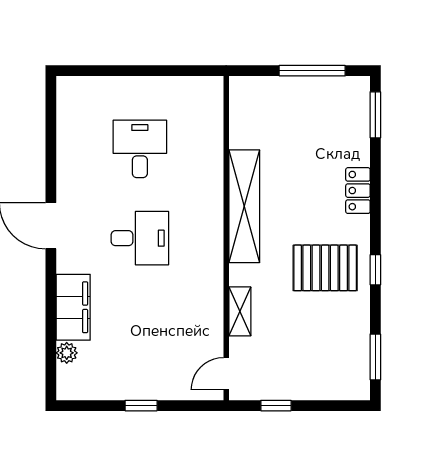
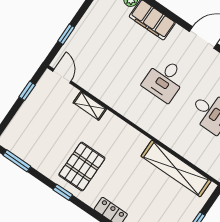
shelving: (244, 206) -> (176, 169), moved
window: (141, 406) -> (66, 34), moved

